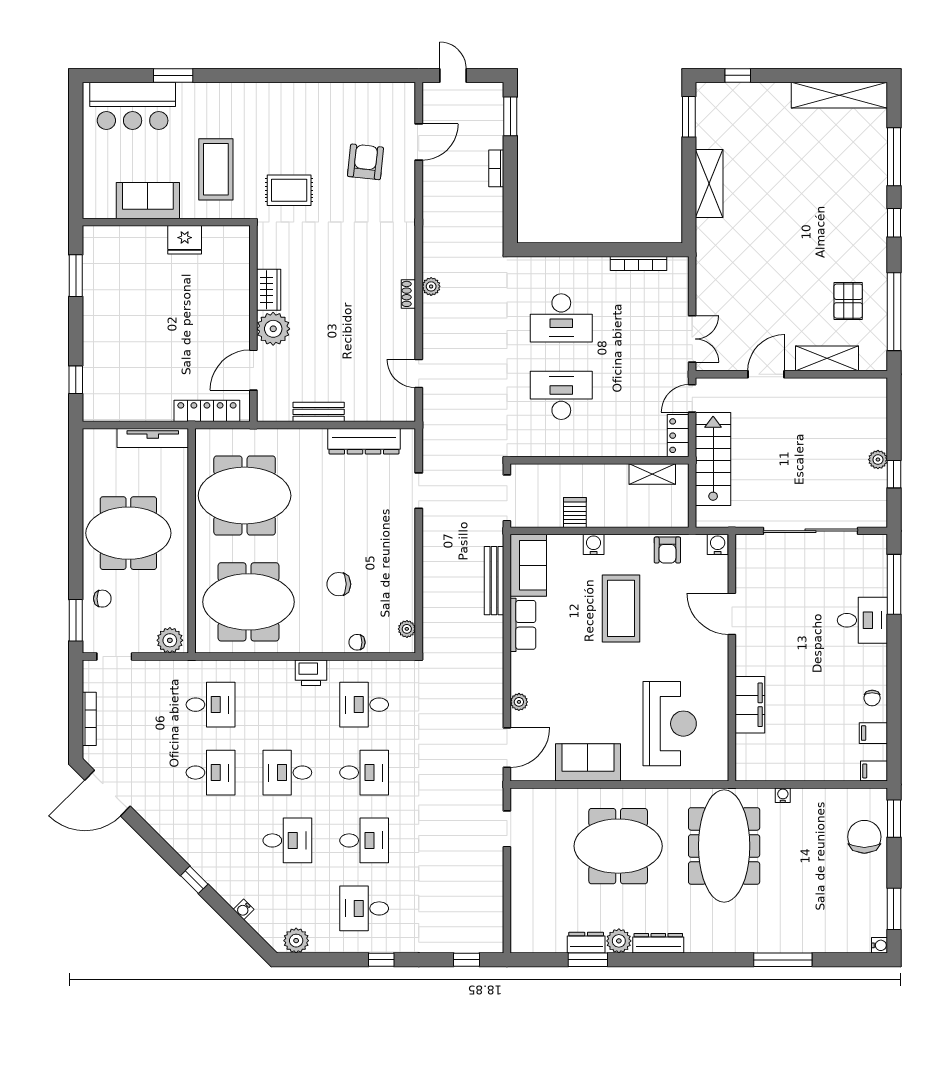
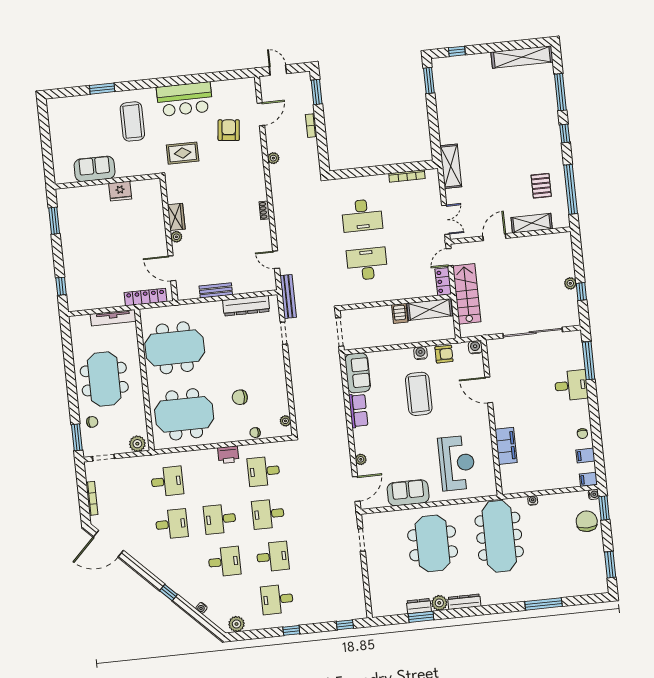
bar counter: (133, 106) -> (185, 99), moved
coffee table: (216, 169) -> (132, 121), moved
shelving: (709, 184) -> (451, 166), moved
plant: (431, 286) -> (273, 158), moved
plant: (273, 329) -> (176, 237), width x0.53, depth x0.53
door: (253, 370) -> (172, 268), hinge flipped
shelving: (652, 474) -> (430, 310), width x1.50, depth x1.33
server rack: (575, 512) -> (400, 313), moved, turned 180
meeting table: (128, 533) -> (104, 379), turned 90
water cooler: (594, 544) -> (421, 353), moved
armchair: (667, 550) -> (444, 354), turned -90
bench: (494, 581) -> (288, 296), moved
desk: (364, 773) -> (268, 514), turned 180
meeting table: (618, 846) -> (433, 543), turned 90
water cooler: (880, 945) -> (593, 494), moved

